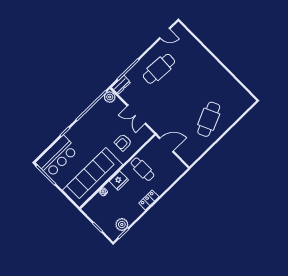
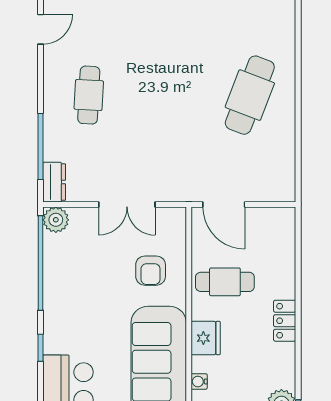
cafe table: (159, 69) -> (89, 95), width x0.73, depth x0.74
cafe table: (209, 119) -> (250, 95), turned 45
door: (166, 145) -> (224, 204), swing flipped

